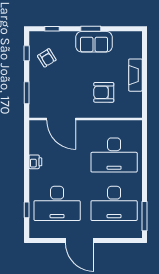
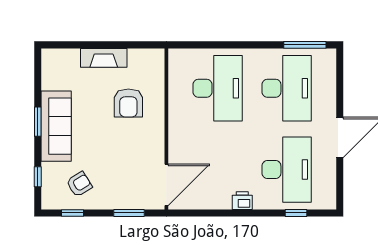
sofa: (94, 42) -> (56, 126), width x1.36
door: (61, 119) -> (166, 185), moved
printer: (35, 162) -> (242, 201), moved

